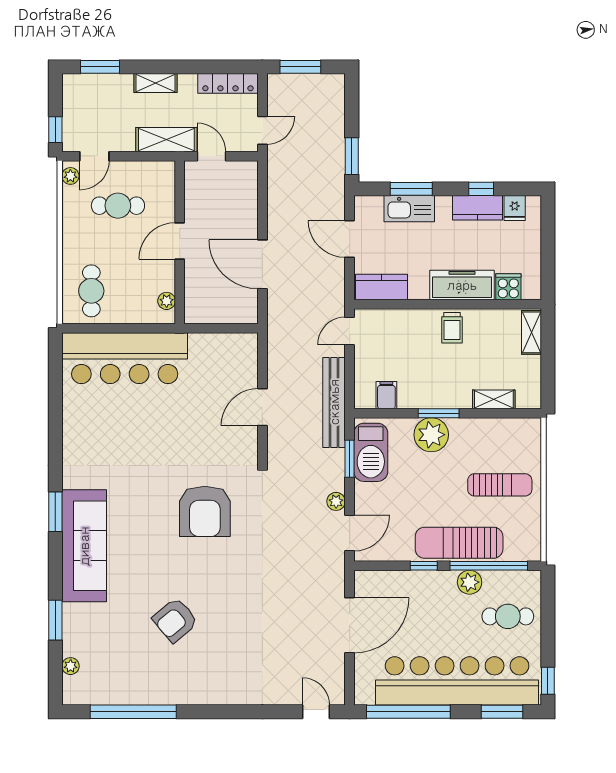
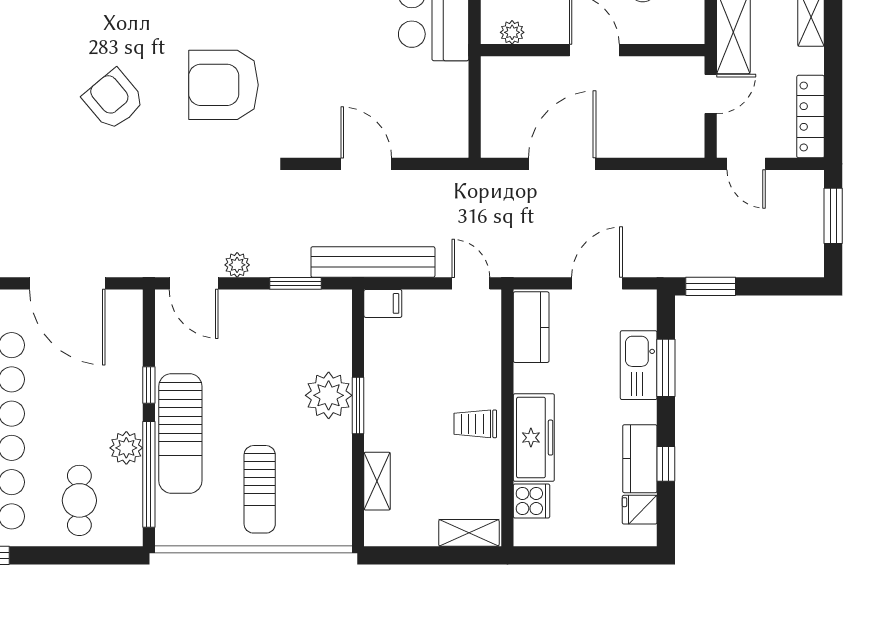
filing cabinet: (386, 395) -> (383, 303), moved
barbecue: (371, 452) -> (304, 312), removed
sun lounger: (459, 543) -> (180, 433), turned 180
armchair: (175, 620) -> (114, 100), moved

